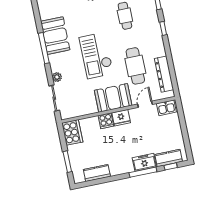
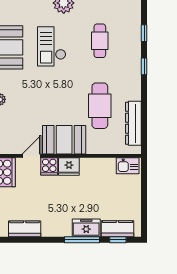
checkout: (96, 55) -> (52, 46), moved, width x0.73, depth x0.83
door: (145, 104) -> (31, 156), moved

